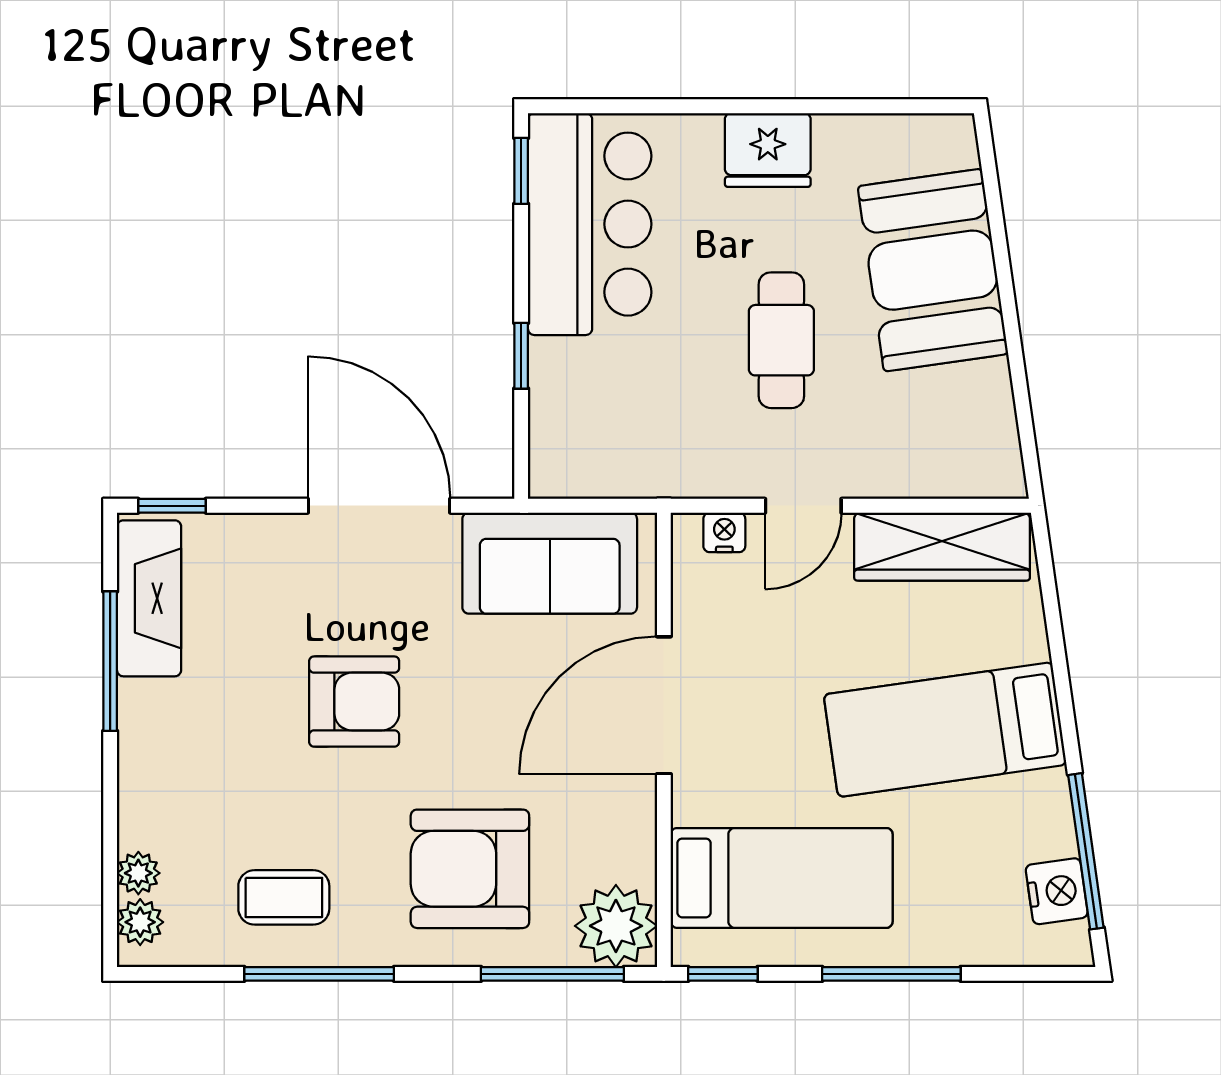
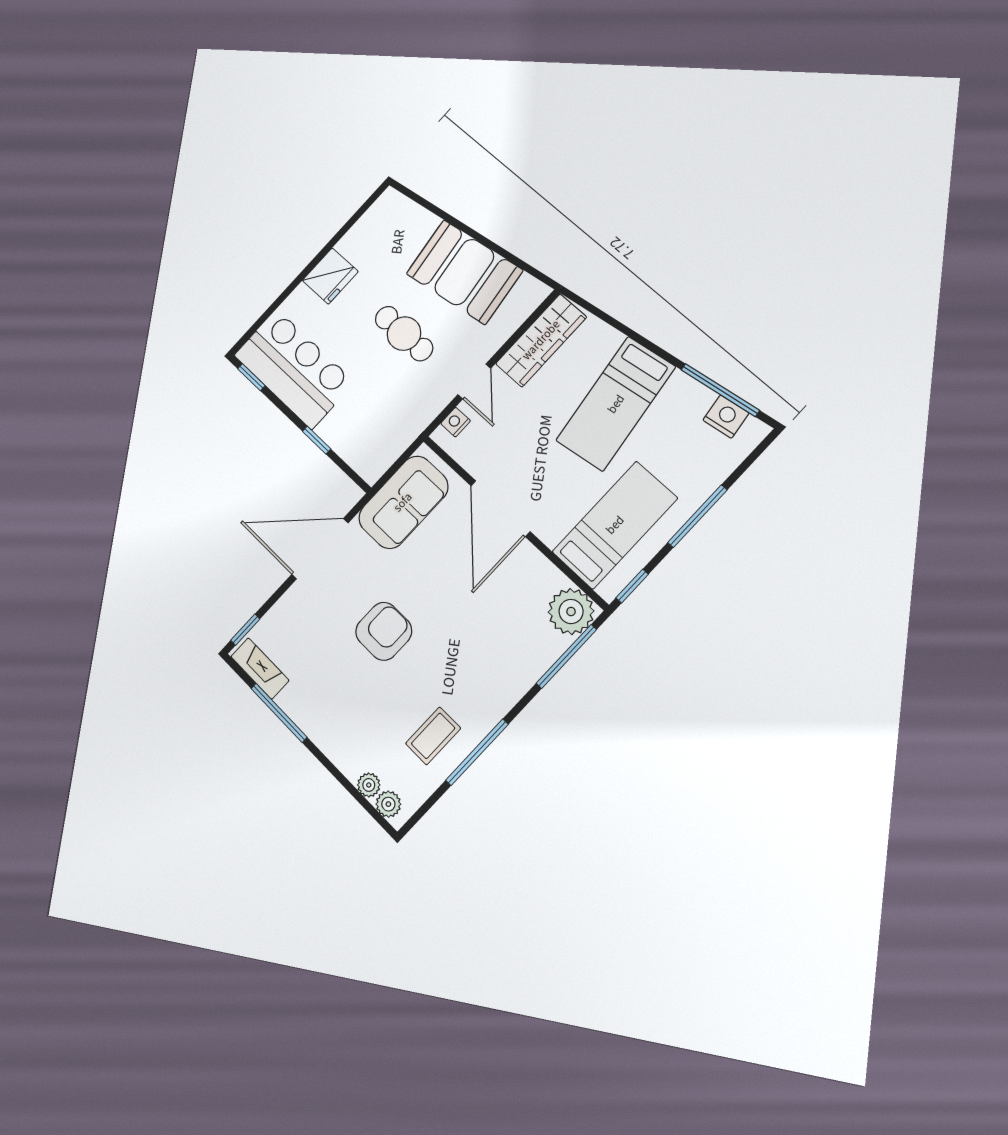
booth: (933, 270) -> (464, 272), moved
fireplace: (149, 598) -> (260, 668), width x0.73, depth x0.76
armchair: (470, 869) -> (492, 649), removed

